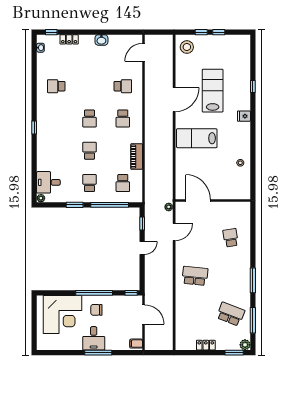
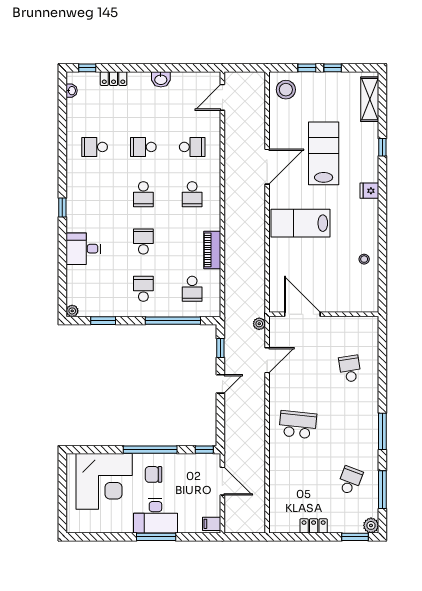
shelving: (244, 54) -> (370, 99), added
school desk: (90, 86) -> (143, 147), added
desk: (48, 182) -> (83, 249), moved
window: (75, 205) -> (103, 321), moved
school desk: (231, 314) -> (350, 480), width x0.54
desk: (94, 338) -> (155, 516), width x1.37

